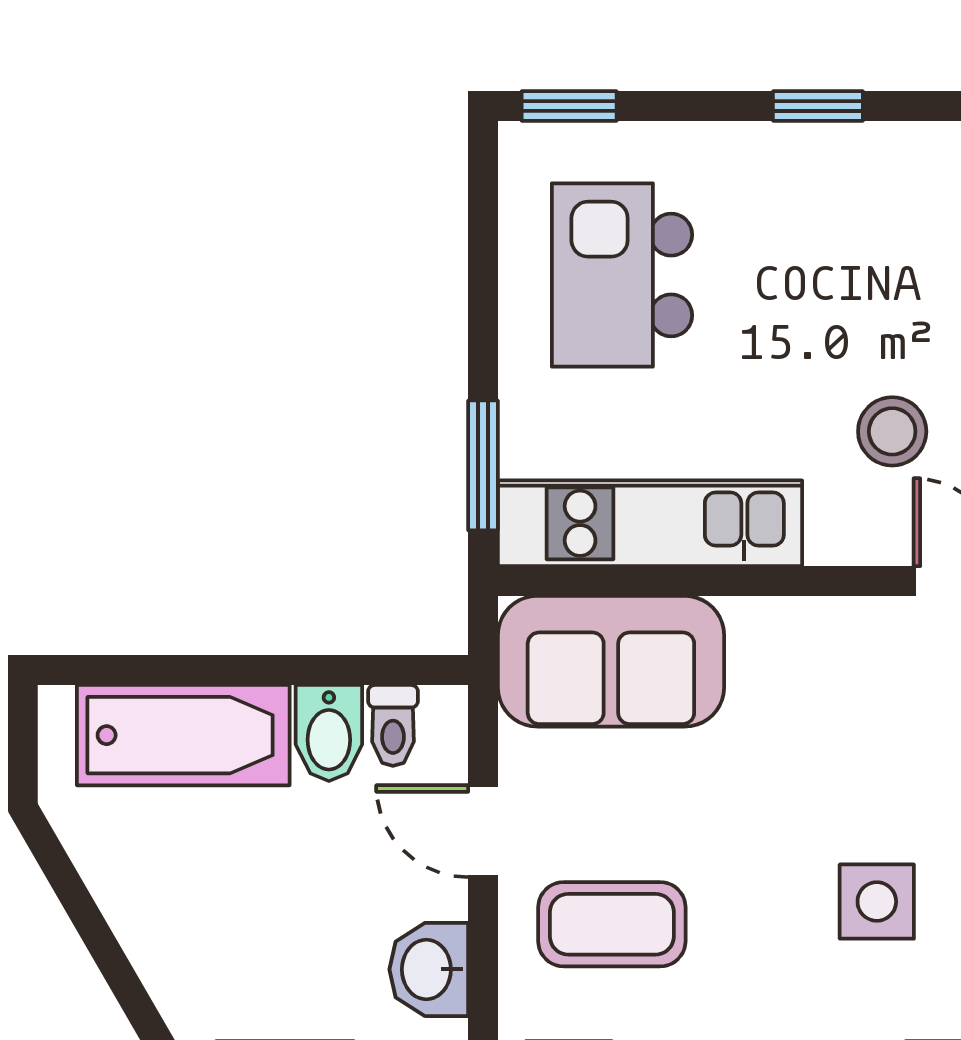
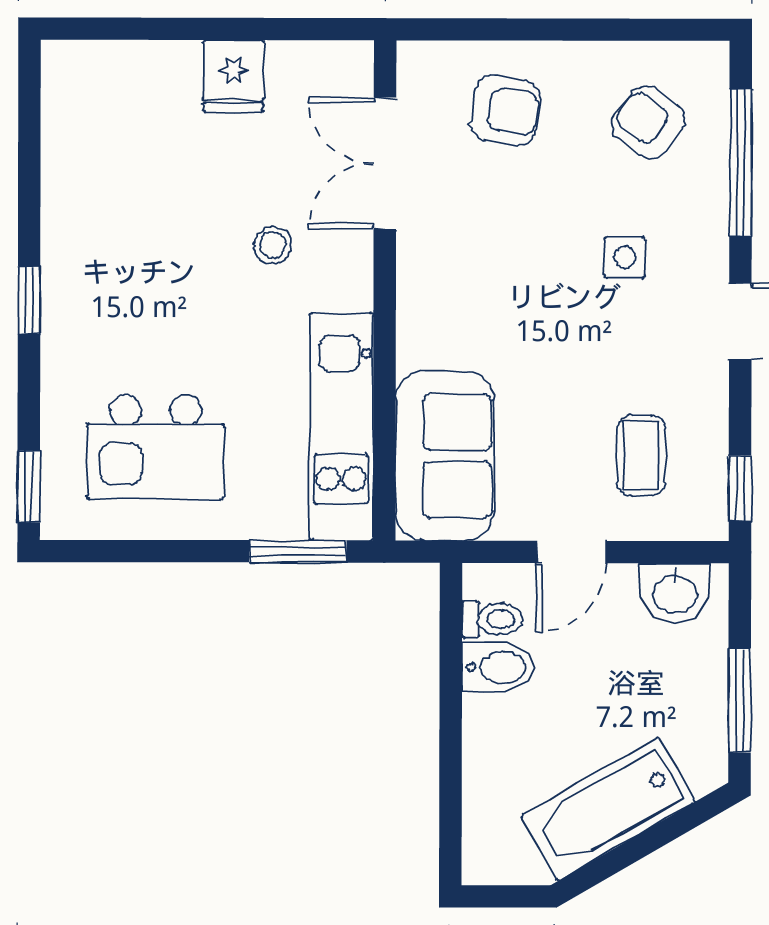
stool: (892, 431) -> (273, 245), width x0.73, depth x0.73
bathtub: (183, 735) -> (608, 809), moved, turned -120
side table: (877, 902) -> (625, 257), width x0.73, depth x0.73
coffee table: (612, 924) -> (641, 456), width x0.73, depth x0.77

